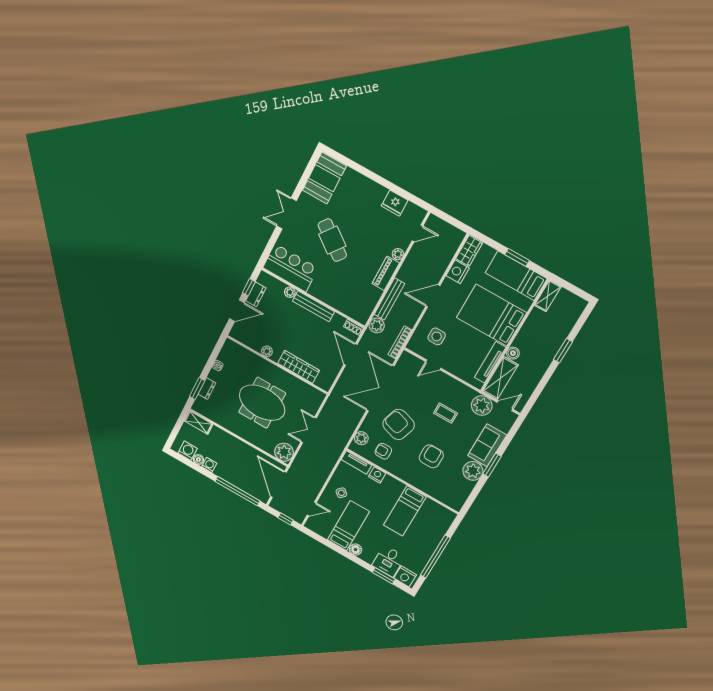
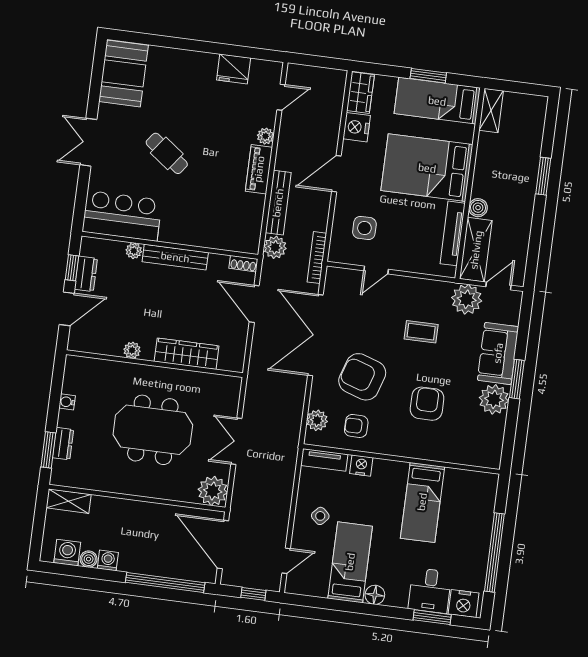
cafe table: (332, 240) -> (167, 153), width x0.73, depth x0.74

